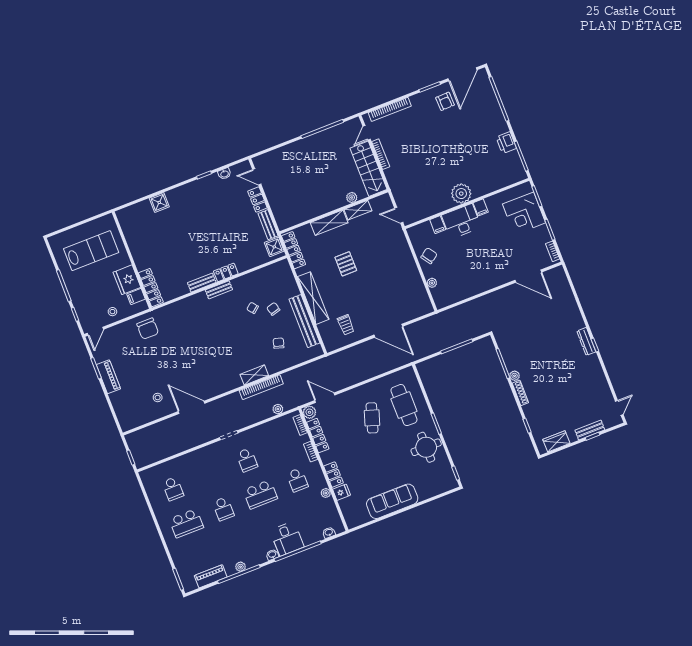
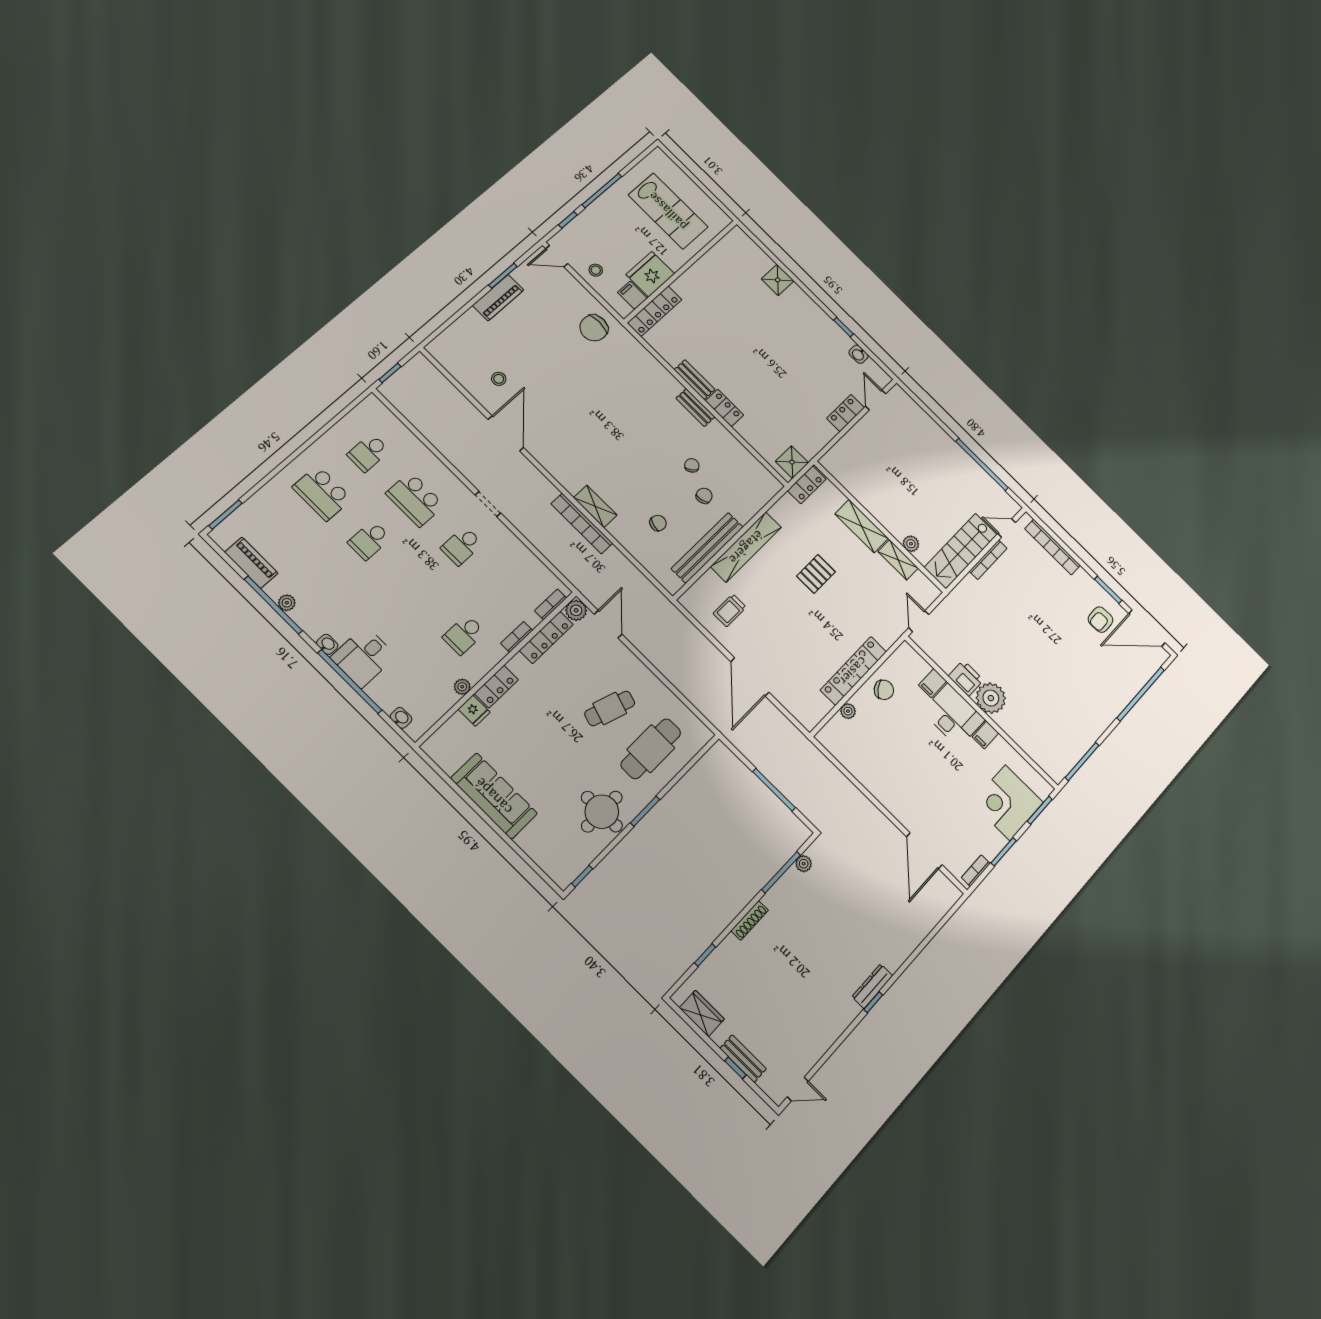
printer: (506, 143) -> (966, 678), moved, turned 90
bench: (268, 225) -> (818, 441), removed
locker: (294, 250) -> (807, 485), width x0.66
locker: (411, 269) -> (853, 671), added
plant: (515, 376) -> (804, 864), moved
plant: (278, 409) -> (560, 561), removed
school desk: (260, 494) -> (415, 499), moved

